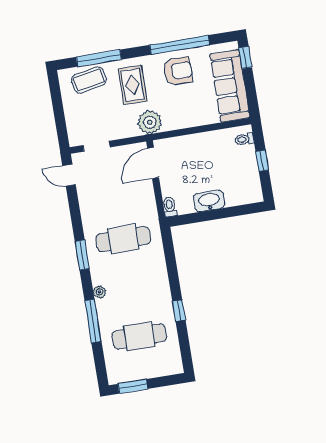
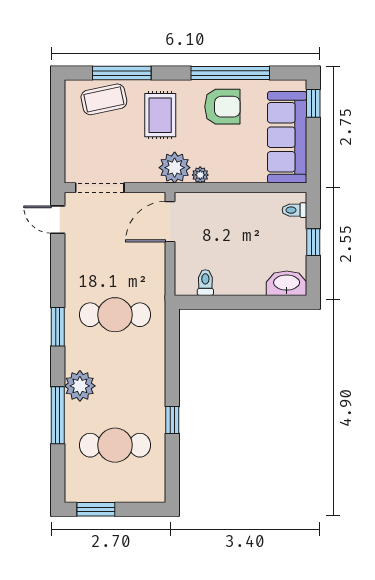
plant: (170, 125) -> (200, 175), added
doorway: (96, 146) -> (100, 188), width x1.38
washbasin: (209, 201) -> (287, 283), moved
toilet: (170, 207) -> (205, 283), moved
plant: (100, 292) -> (80, 386), width x1.88, depth x1.88

